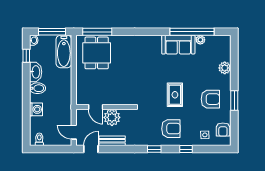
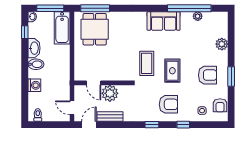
sofa: (178, 45) -> (164, 21), moved
coffee table: (149, 87) -> (147, 63), added

